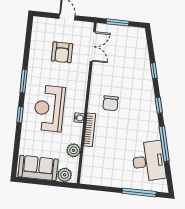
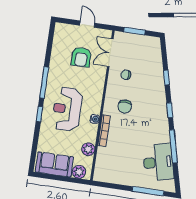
double door: (93, 46) -> (110, 53), swing flipped
chair: (110, 69) -> (126, 75), added
window: (24, 81) -> (44, 83), width x1.44

